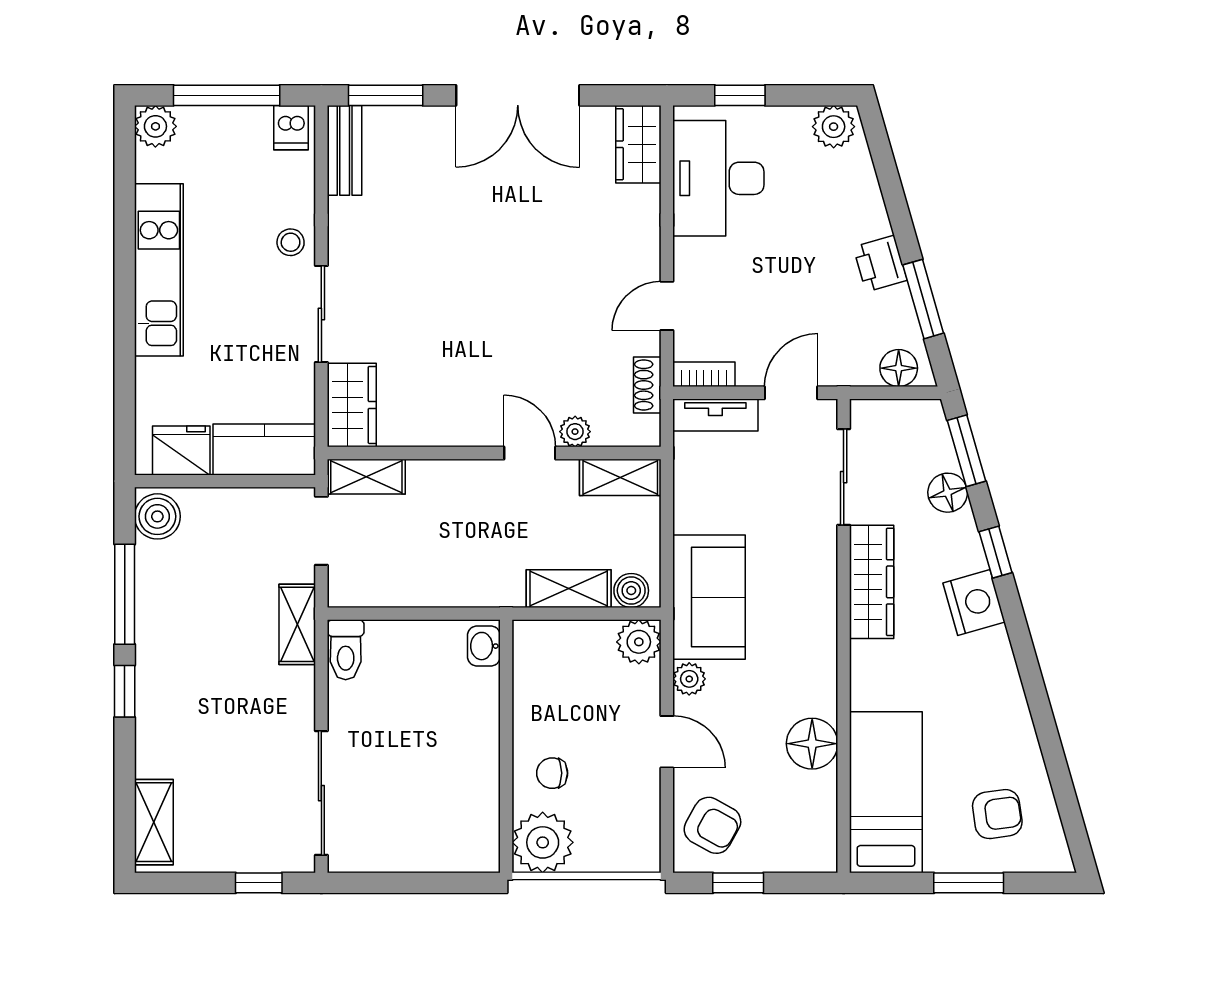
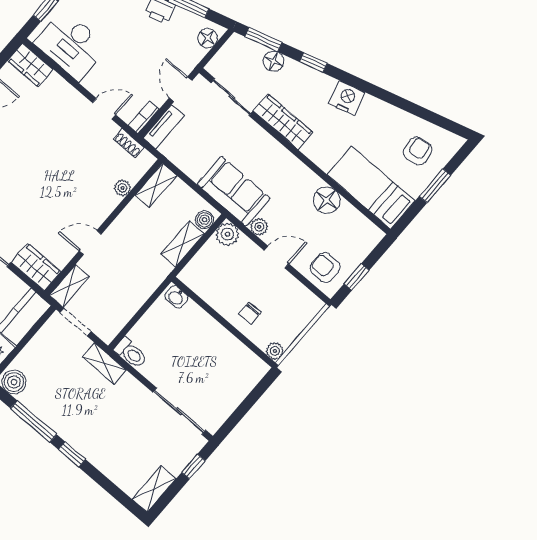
door: (667, 306) -> (104, 109), swing flipped
door: (530, 453) -> (90, 243), moved
nightstand: (974, 602) -> (347, 98), moved
shelving: (154, 822) -> (154, 489), moved, turned 90
armchair: (712, 825) -> (325, 267), turned -119
plant: (543, 842) -> (275, 351), width x0.53, depth x0.53

